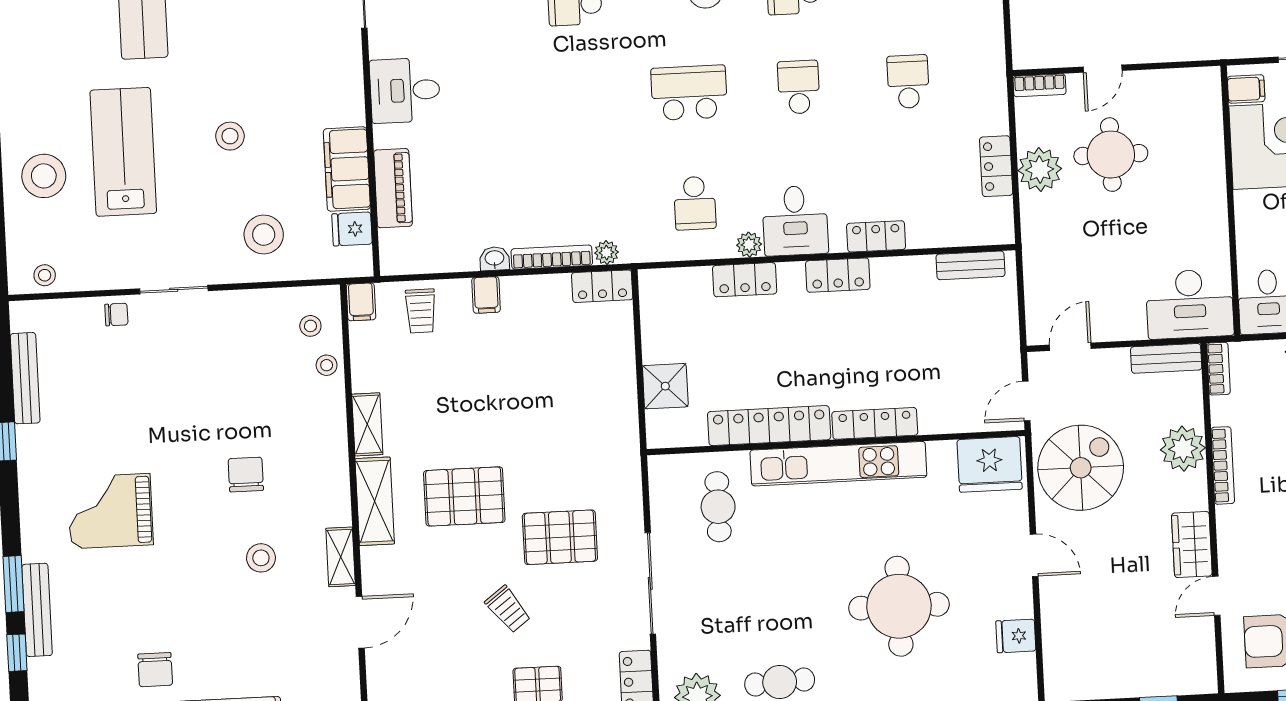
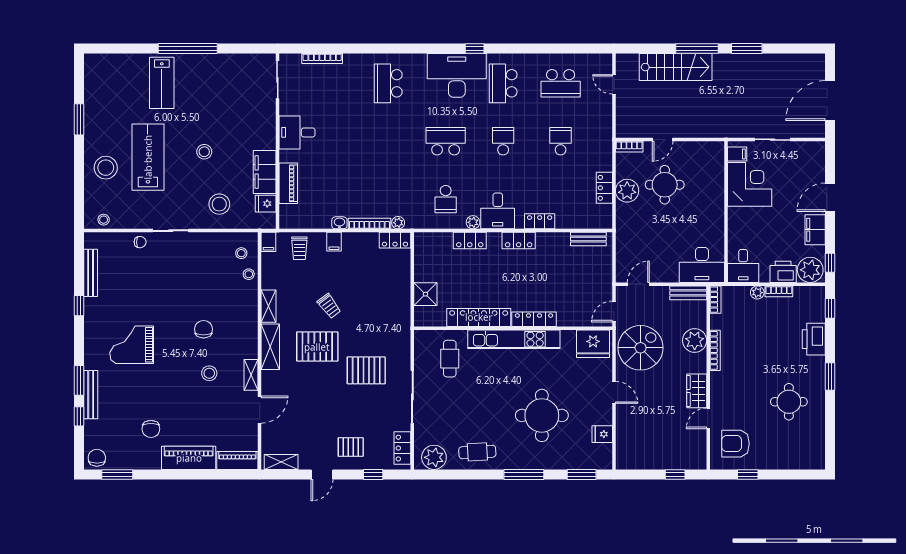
trolley: (508, 609) -> (329, 306), moved

